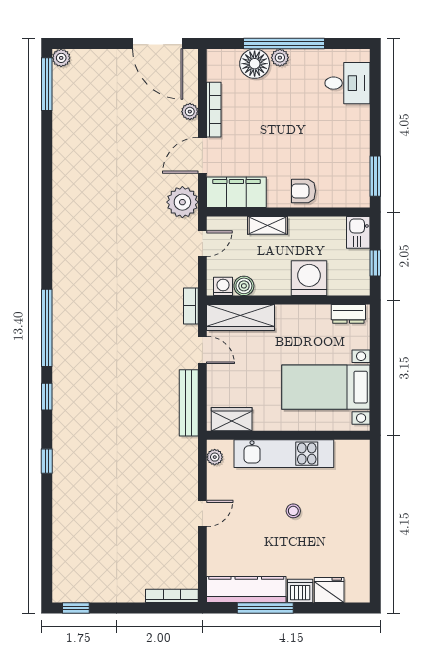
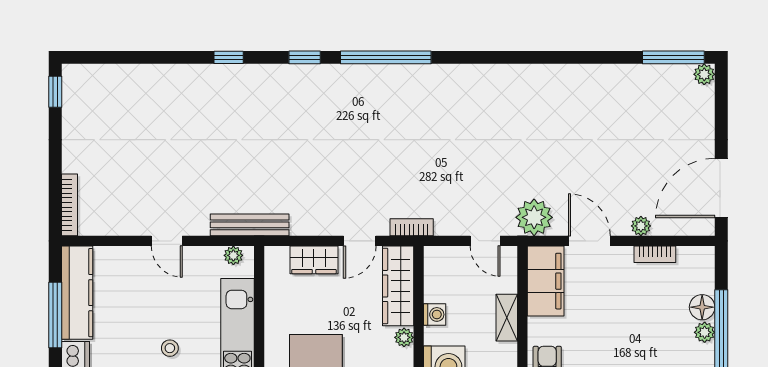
floor lamp: (255, 64) -> (702, 307), width x0.73, depth x0.73
bookcase: (214, 110) -> (655, 254), width x0.64
washing machine: (223, 286) -> (435, 314), moved
boiler: (244, 286) -> (435, 290), removed
plant: (284, 312) -> (404, 337), added
bench: (189, 403) -> (250, 225), moved
wardrobe: (232, 419) -> (314, 260), moved, turned 90

